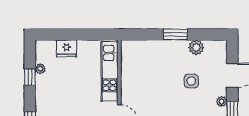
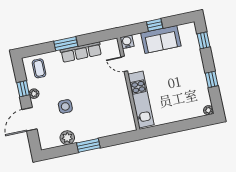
fridge: (66, 48) -> (184, 112), removed
plant: (40, 69) -> (208, 110), moved

